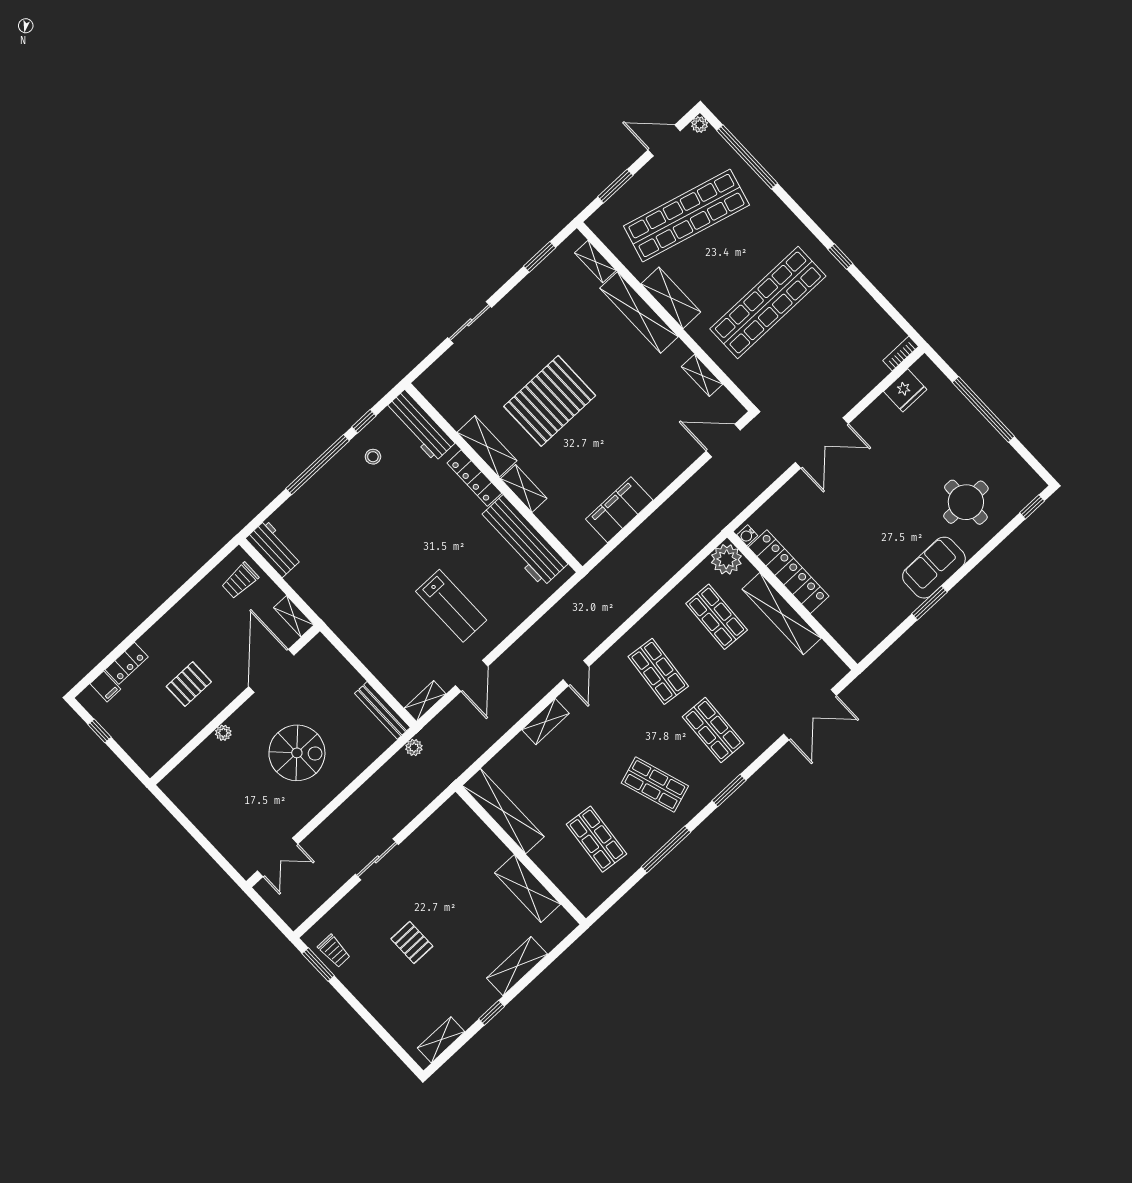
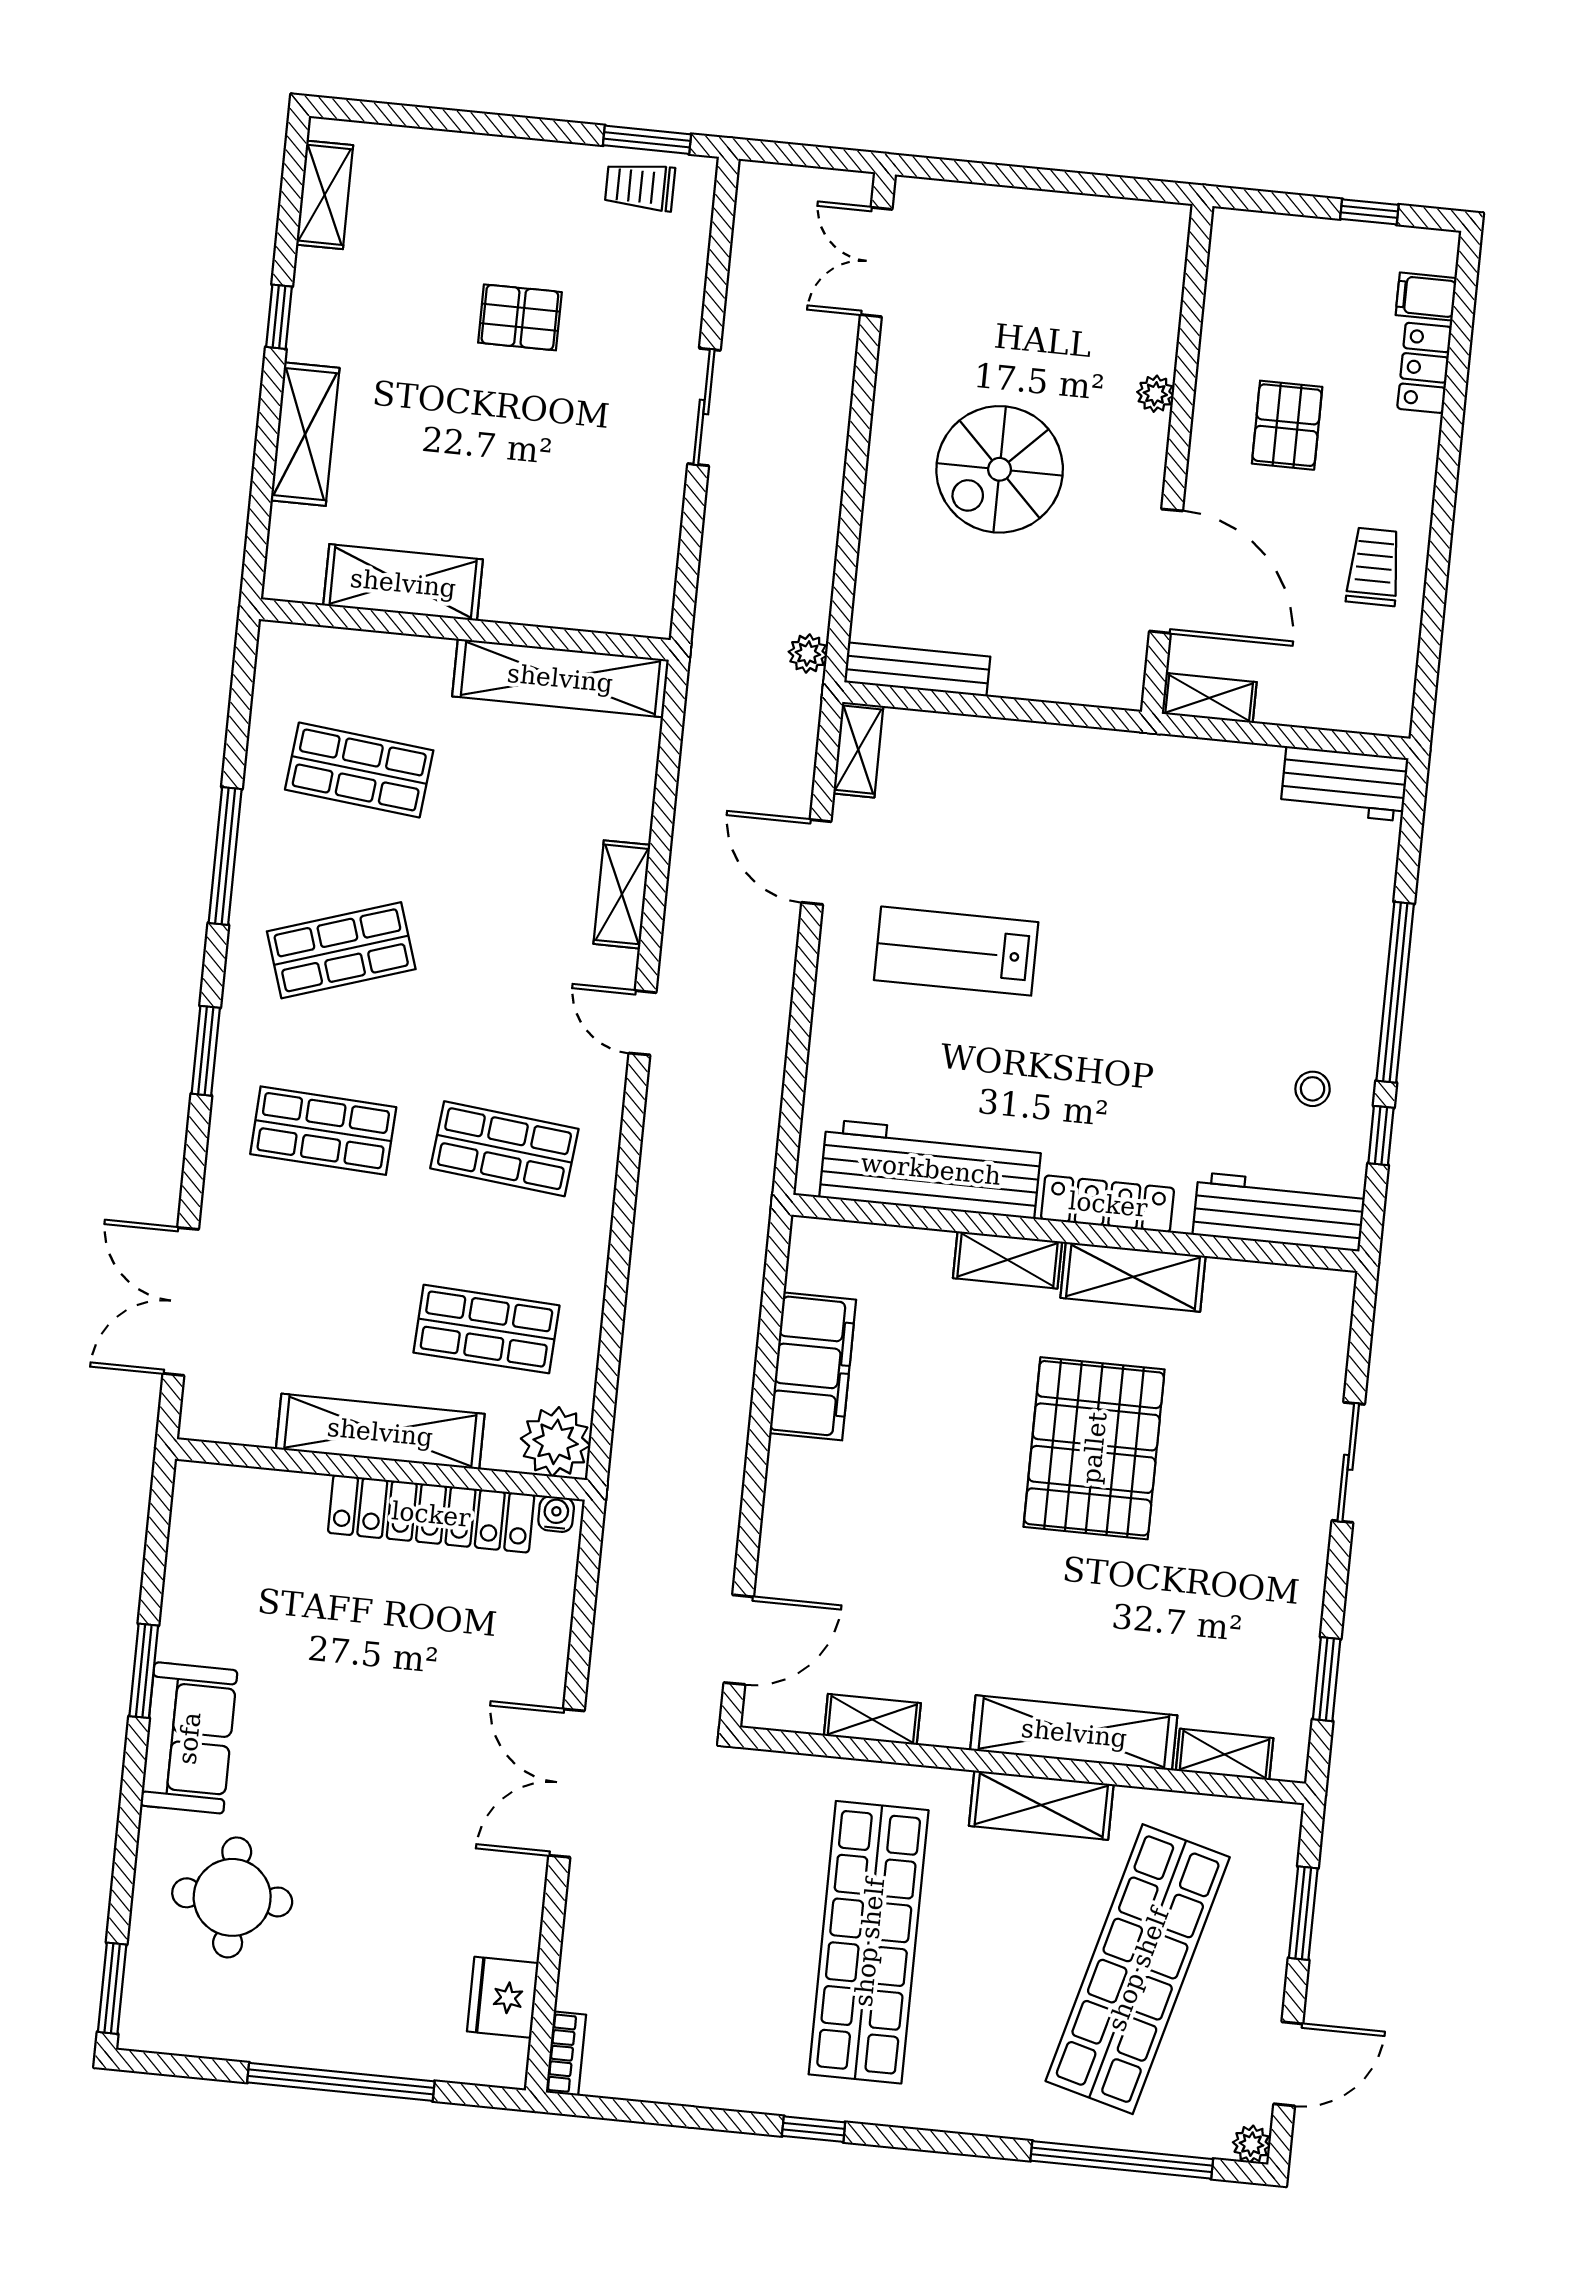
window: (1032, 507) -> (112, 1988), width x1.50
trolley: (240, 581) -> (1374, 567), moved

